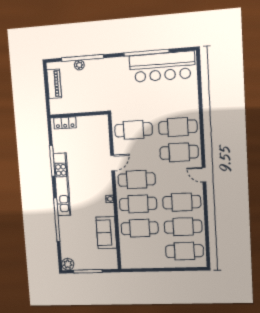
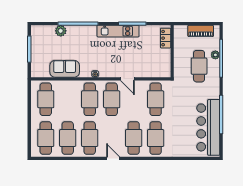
cafe table: (93, 83) -> (199, 66), added
door: (204, 175) -> (113, 158), hinge flipped
kitchen unit: (62, 184) -> (118, 31), width x0.73
cafe table: (140, 228) -> (46, 99), moved
plant: (68, 264) -> (61, 31), moved

